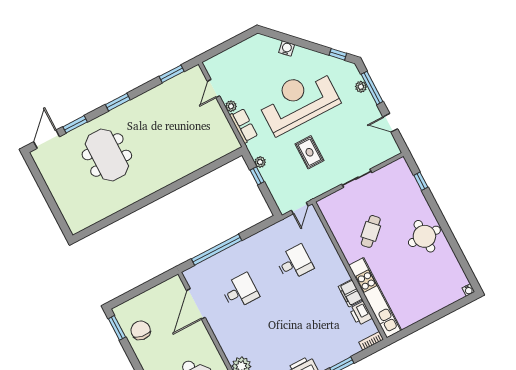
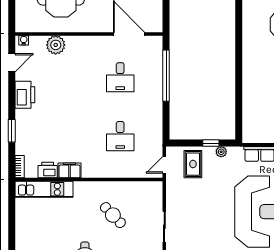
rug: (309, 152) -> (193, 164), moved, turned 90
door: (300, 208) -> (164, 165), hinge flipped
kitchen unit: (375, 298) -> (44, 189), width x0.73

